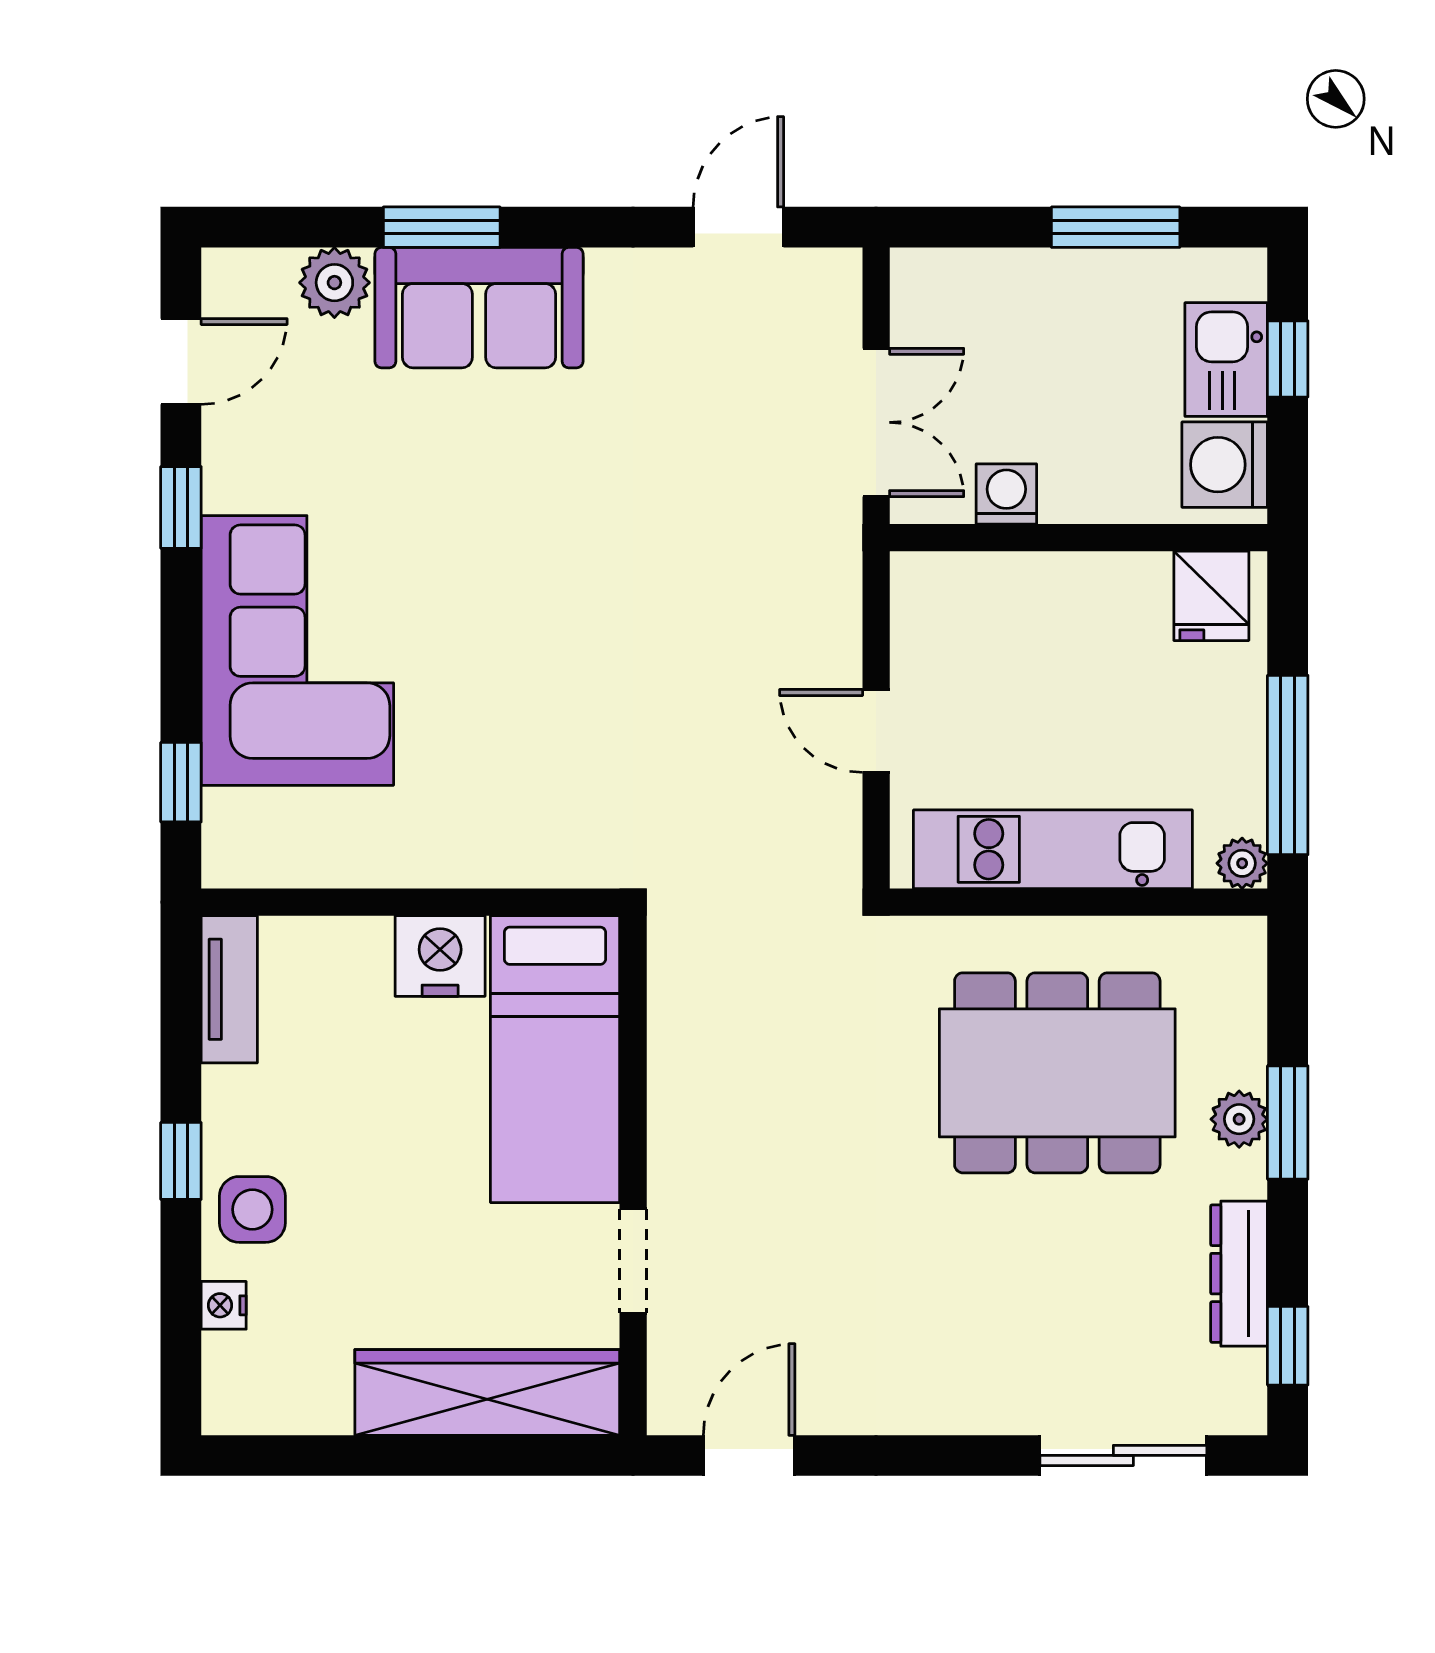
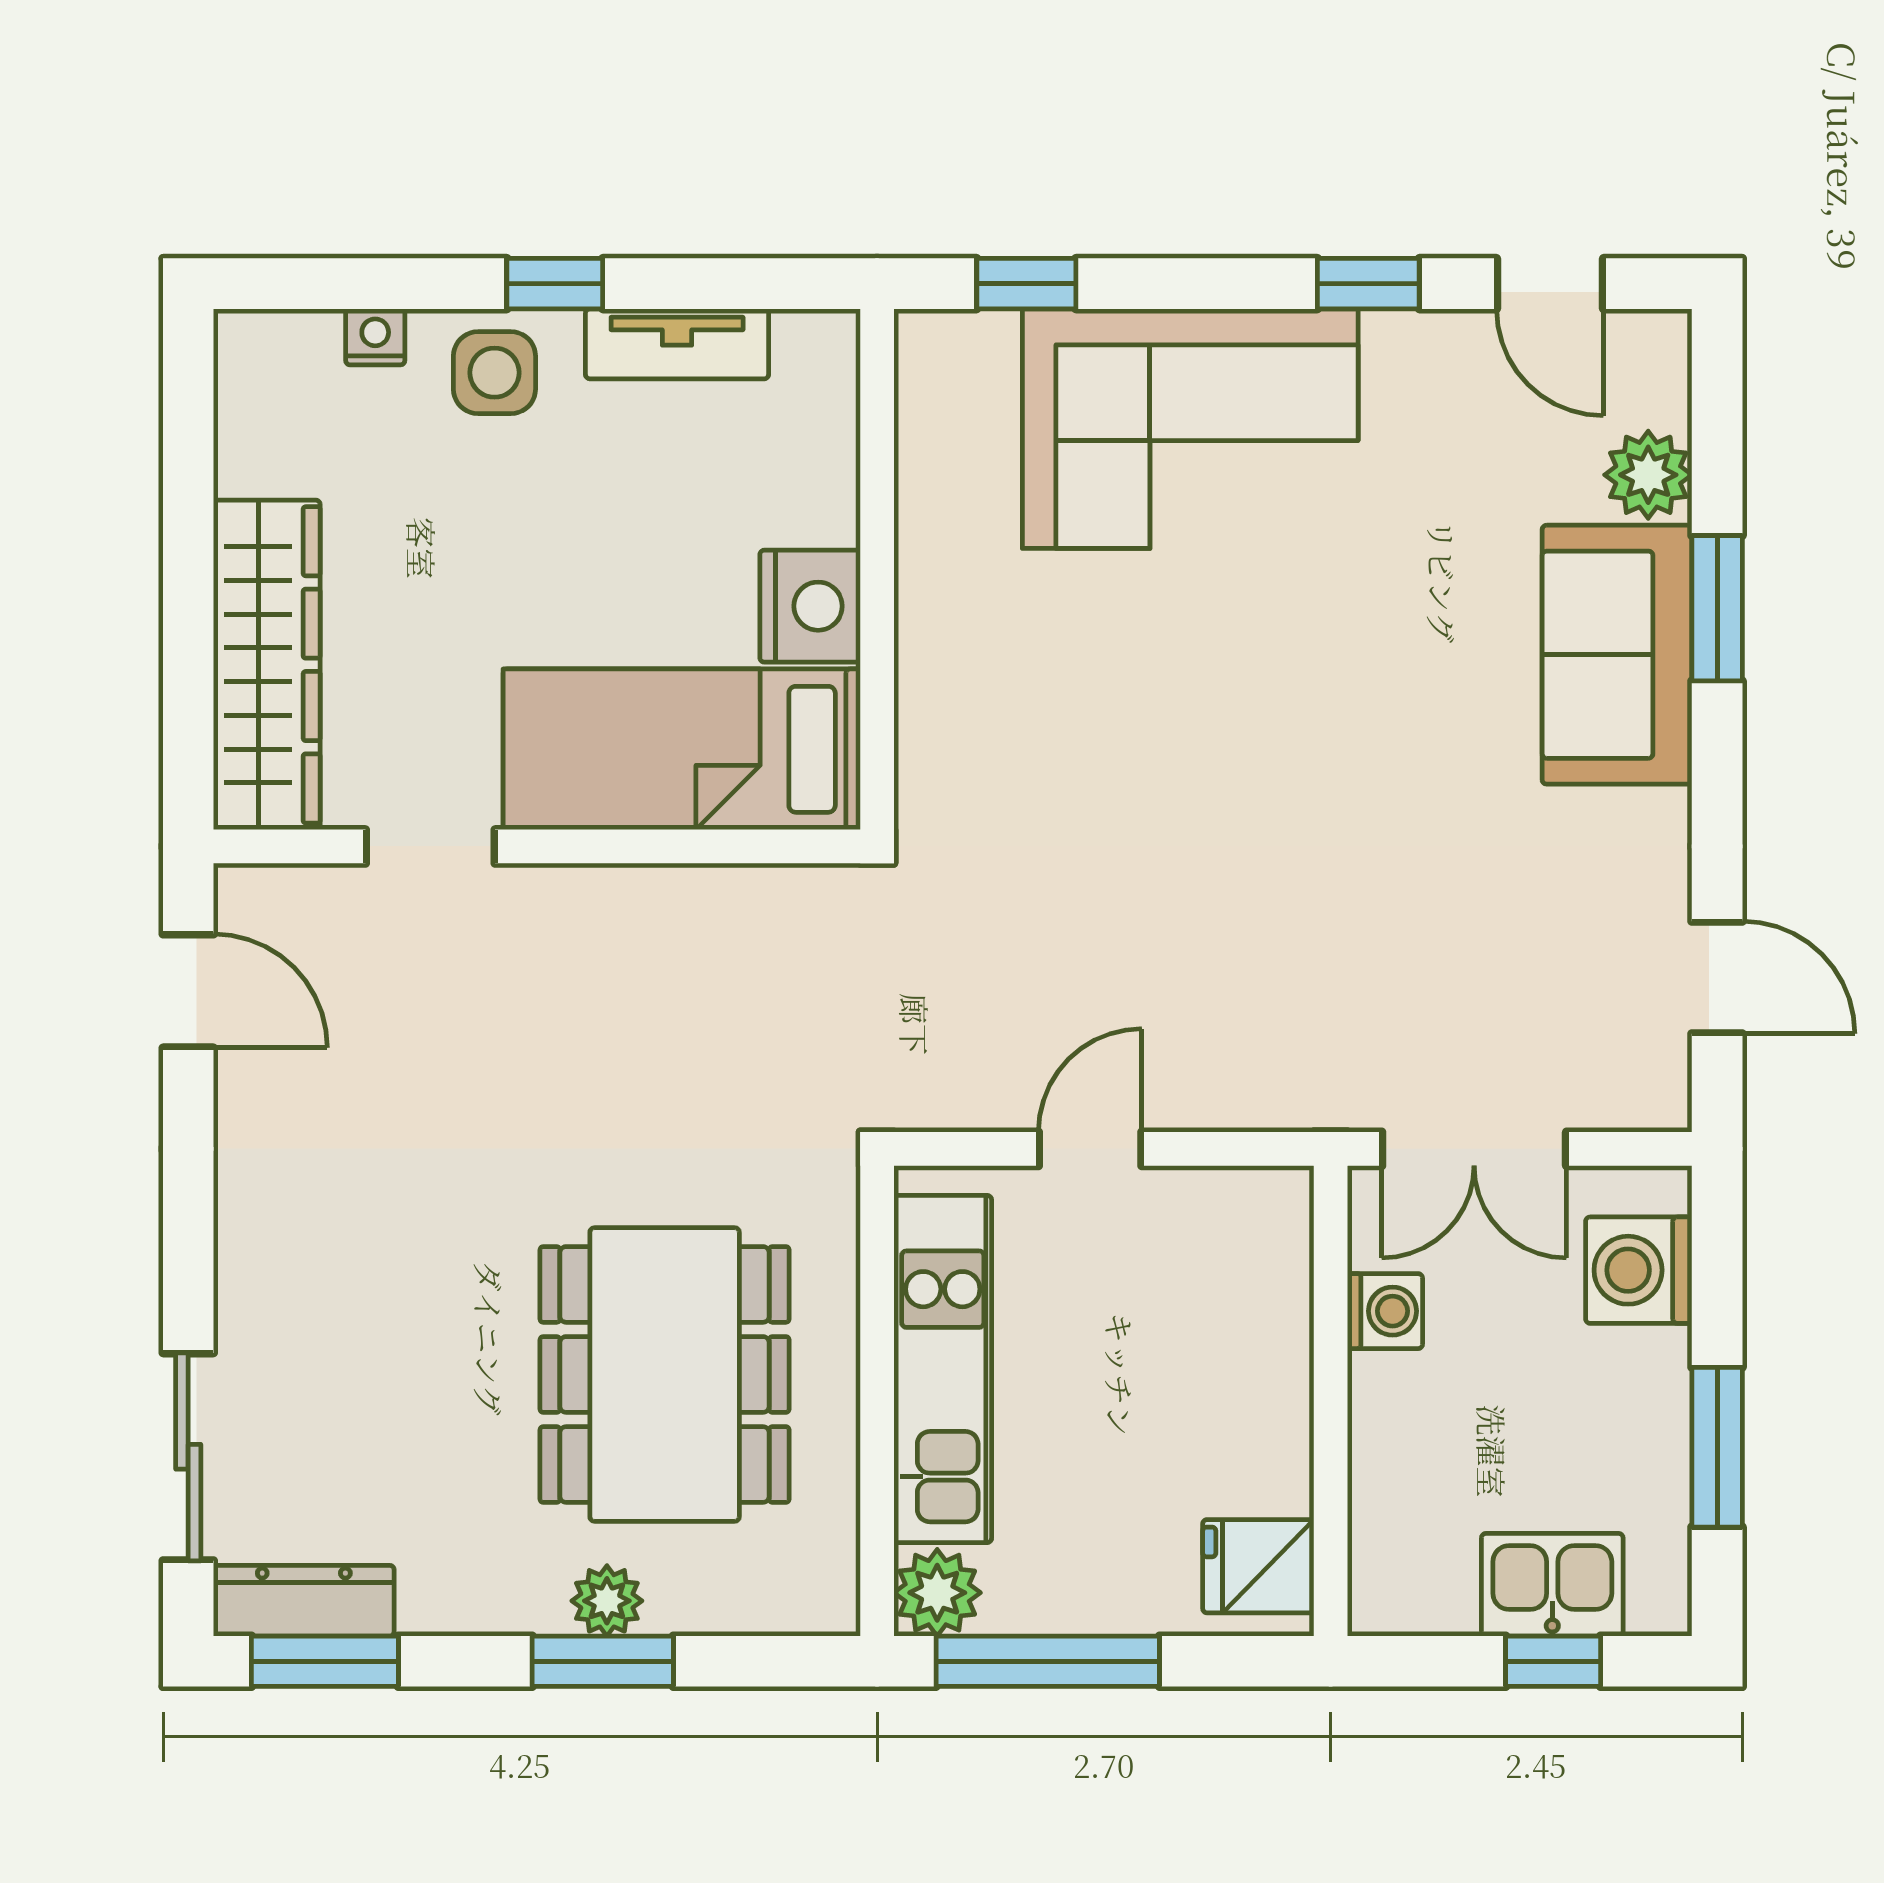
washing machine: (1225, 465) -> (1639, 1270), moved, turned -90
plant: (1242, 863) -> (937, 1593), width x1.38, depth x1.38
tv unit: (229, 989) -> (677, 344), moved
dresser: (1239, 1274) -> (304, 1601), moved
window: (1288, 1346) -> (325, 1661), width x1.50

